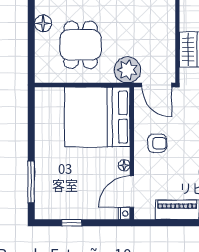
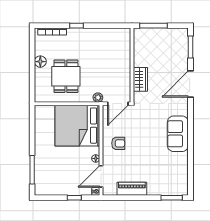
plant: (127, 70) -> (98, 98), width x0.53, depth x0.53
door: (157, 85) -> (118, 104), hinge flipped
window: (72, 223) -> (74, 198), moved

